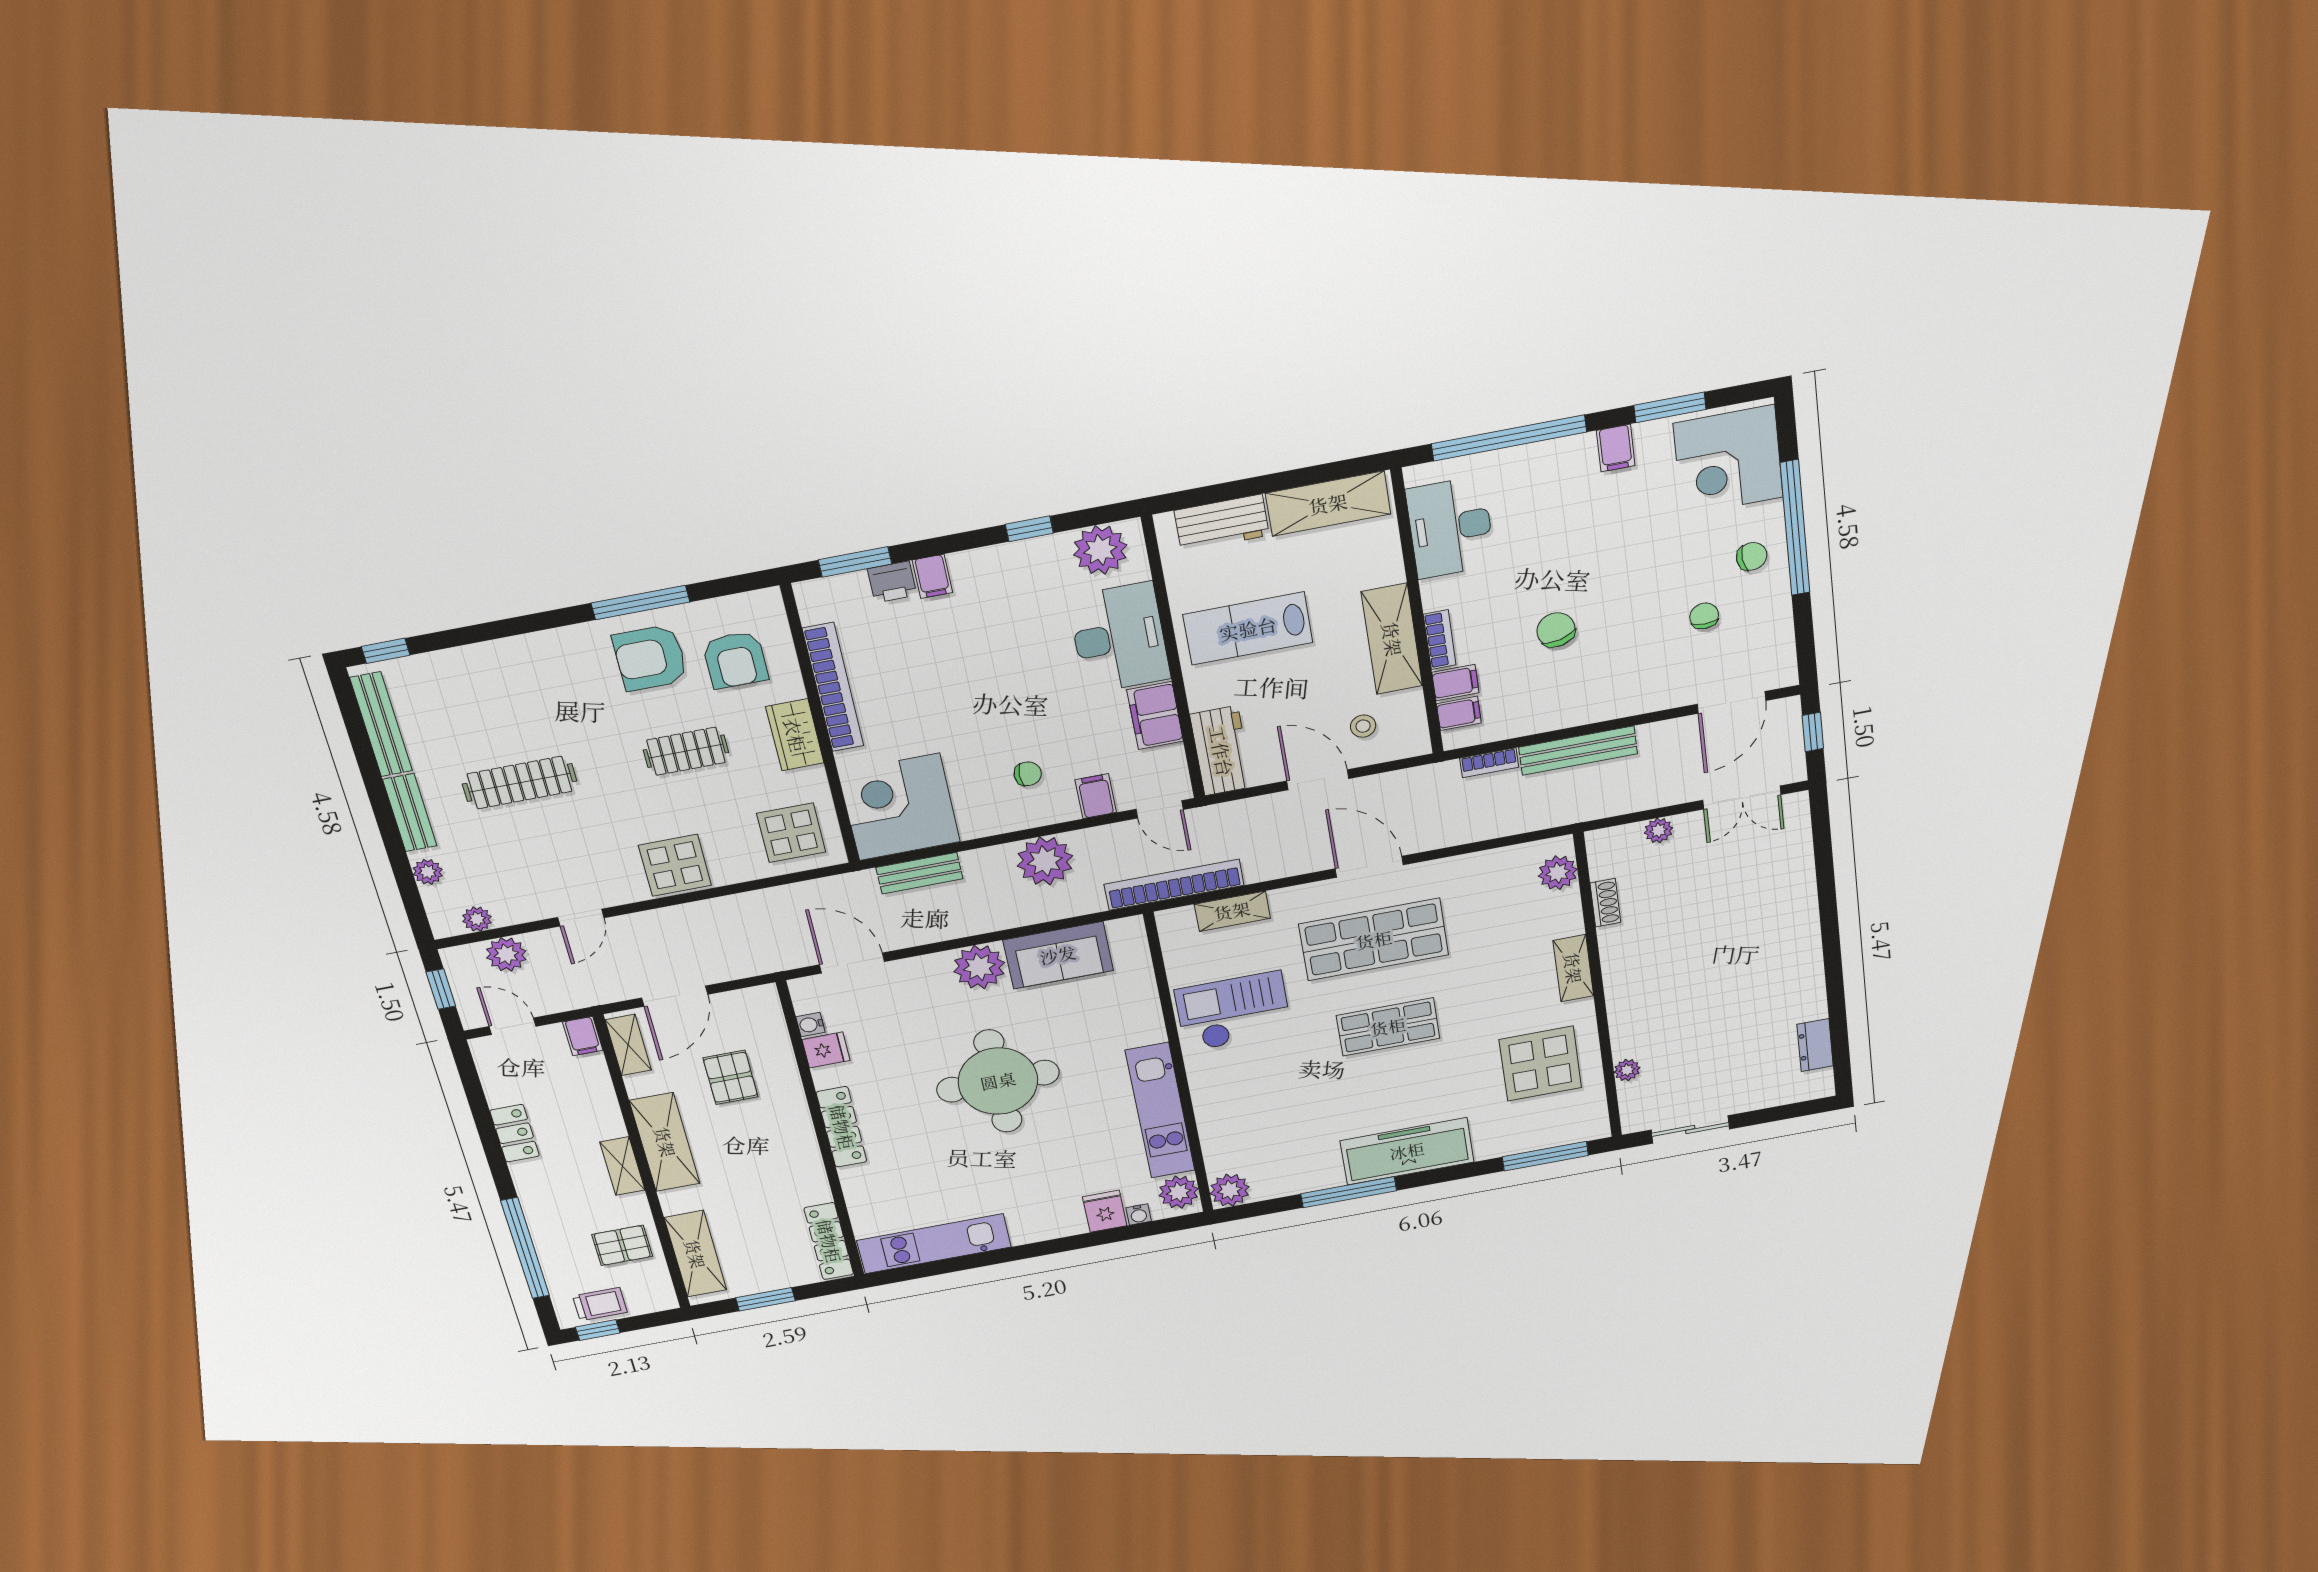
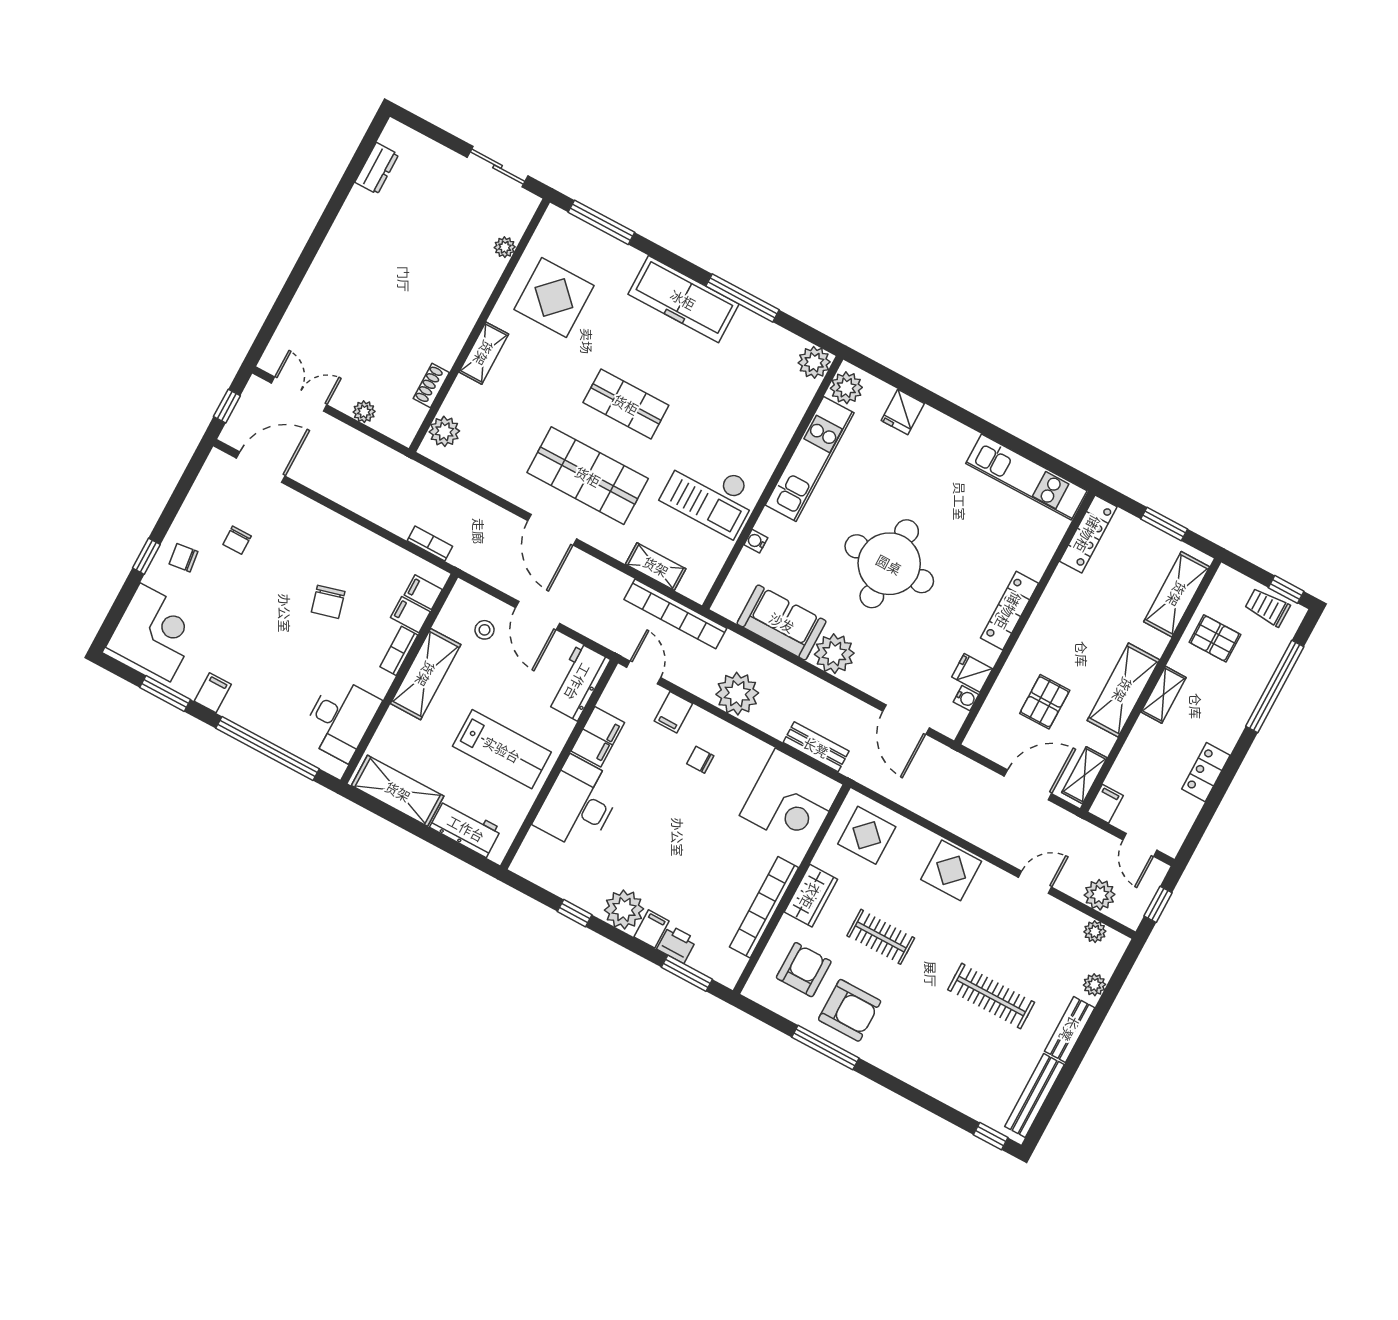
window: (1795, 528) -> (146, 556), width x0.32
plant: (1100, 550) -> (624, 909), moved
bench: (1578, 751) -> (372, 508), removed
water cooler: (1139, 1214) -> (756, 541), moved, turned -90

